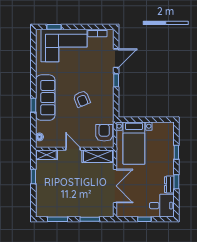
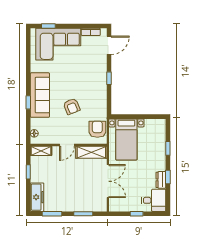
door: (116, 58) -> (109, 45), moved
armchair: (82, 99) -> (72, 106), moved
door: (73, 149) -> (67, 145), swing flipped
freezer: (42, 202) -> (37, 197), added

